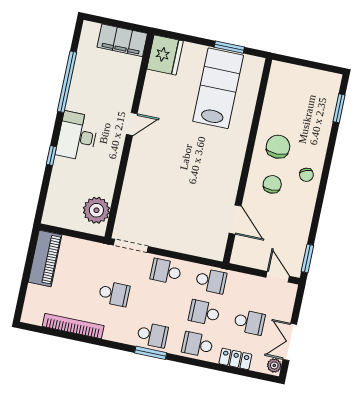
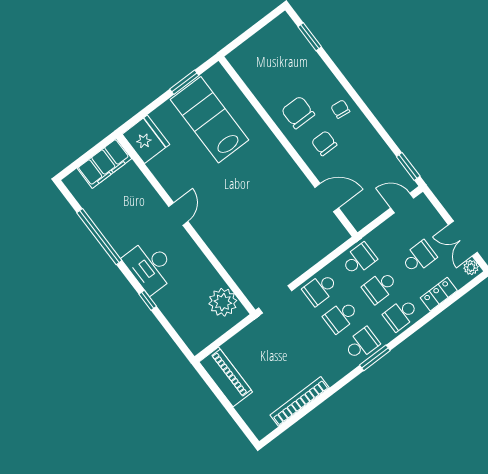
chair: (306, 175) -> (340, 109), turned -152
school desk: (114, 294) -> (341, 316), moved, turned 180

